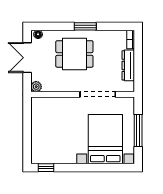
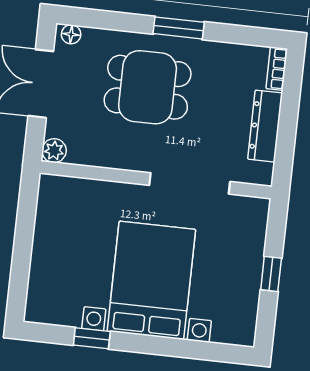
window: (138, 130) -> (271, 274), width x0.46
bed with nightstands: (105, 139) -> (151, 280), moved
window: (46, 168) -> (92, 338), moved

